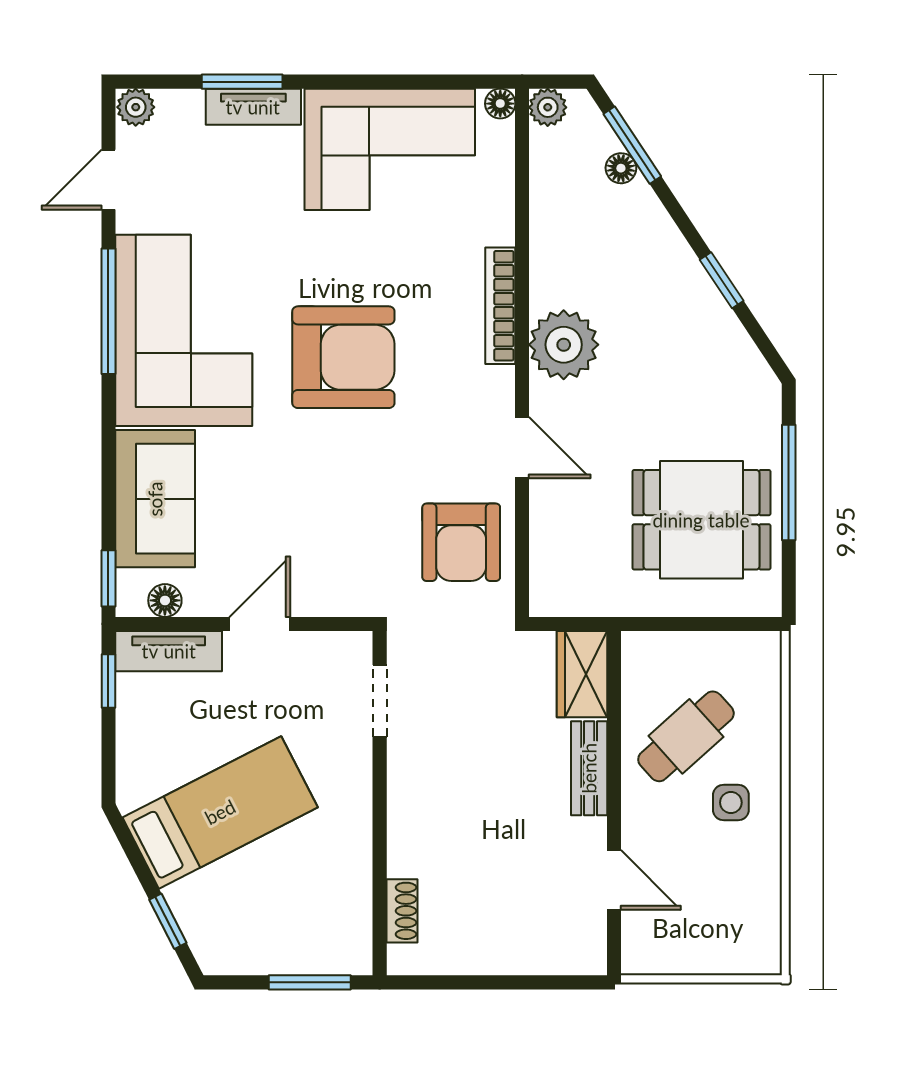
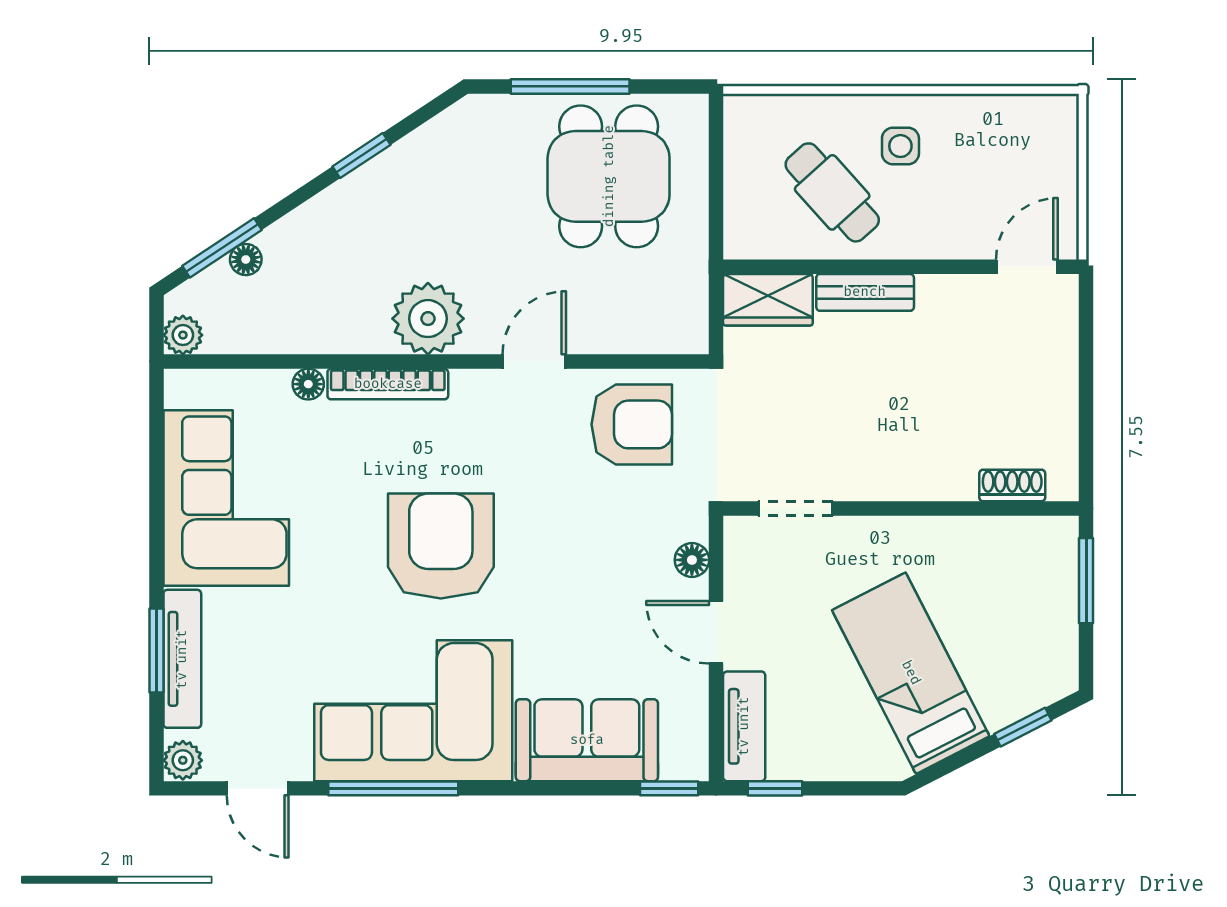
floor lamp: (500, 104) -> (308, 384), moved
tv unit: (253, 107) -> (182, 659), width x1.41
floor lamp: (165, 600) -> (692, 560), moved
door: (614, 880) -> (1027, 267), moved

